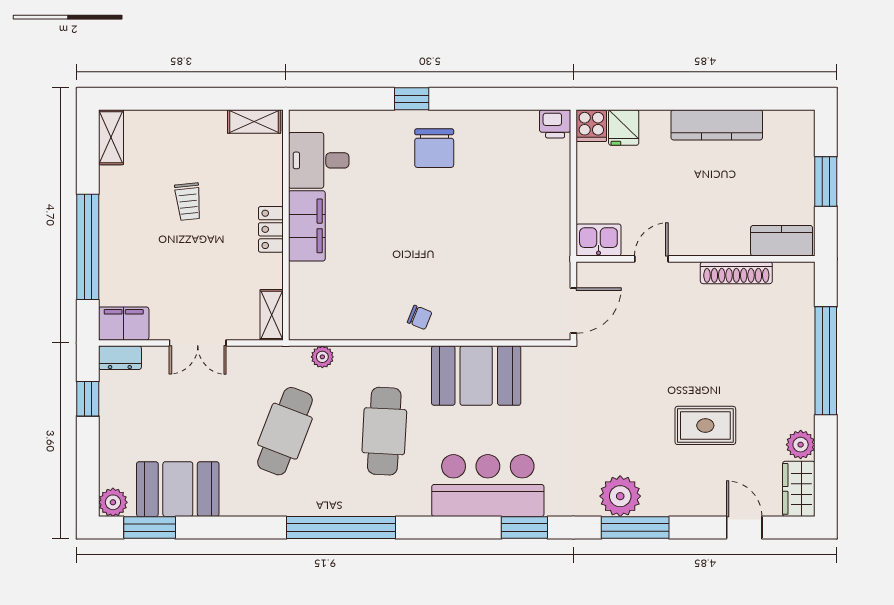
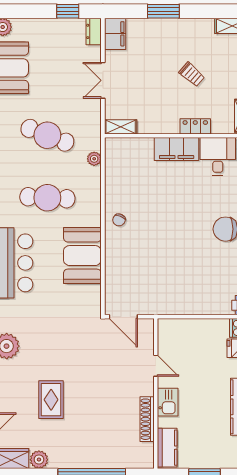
trolley: (188, 202) -> (192, 74), turned -133
locker: (271, 229) -> (195, 126), moved
kitchen sink: (598, 240) -> (168, 402), moved
window: (88, 247) -> (163, 11), width x0.47

